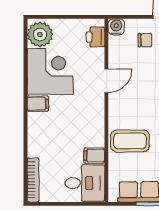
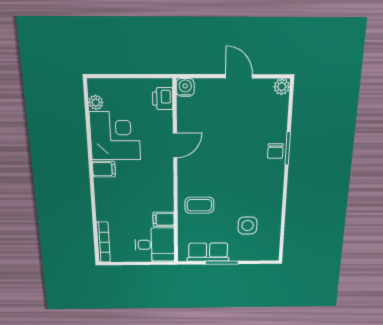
plant: (40, 35) -> (96, 102), width x0.53, depth x0.53
chair: (145, 40) -> (216, 102), removed
coffee table: (130, 141) -> (199, 205), width x0.73, depth x0.77

